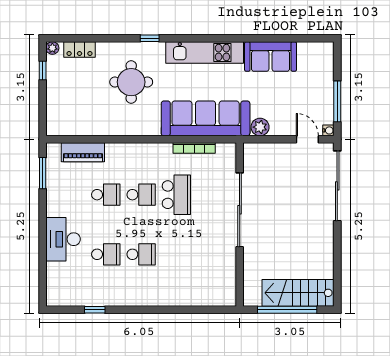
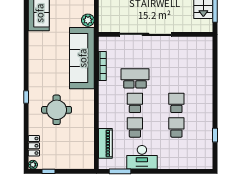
kitchen unit: (205, 53) -> (36, 59), removed
desk: (63, 239) -> (142, 157), moved

